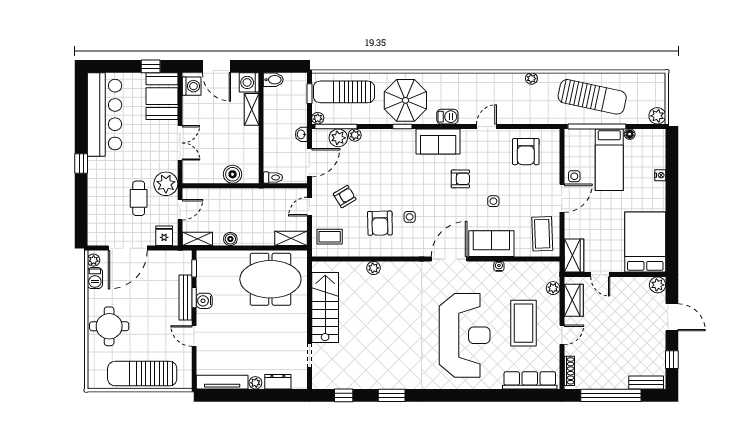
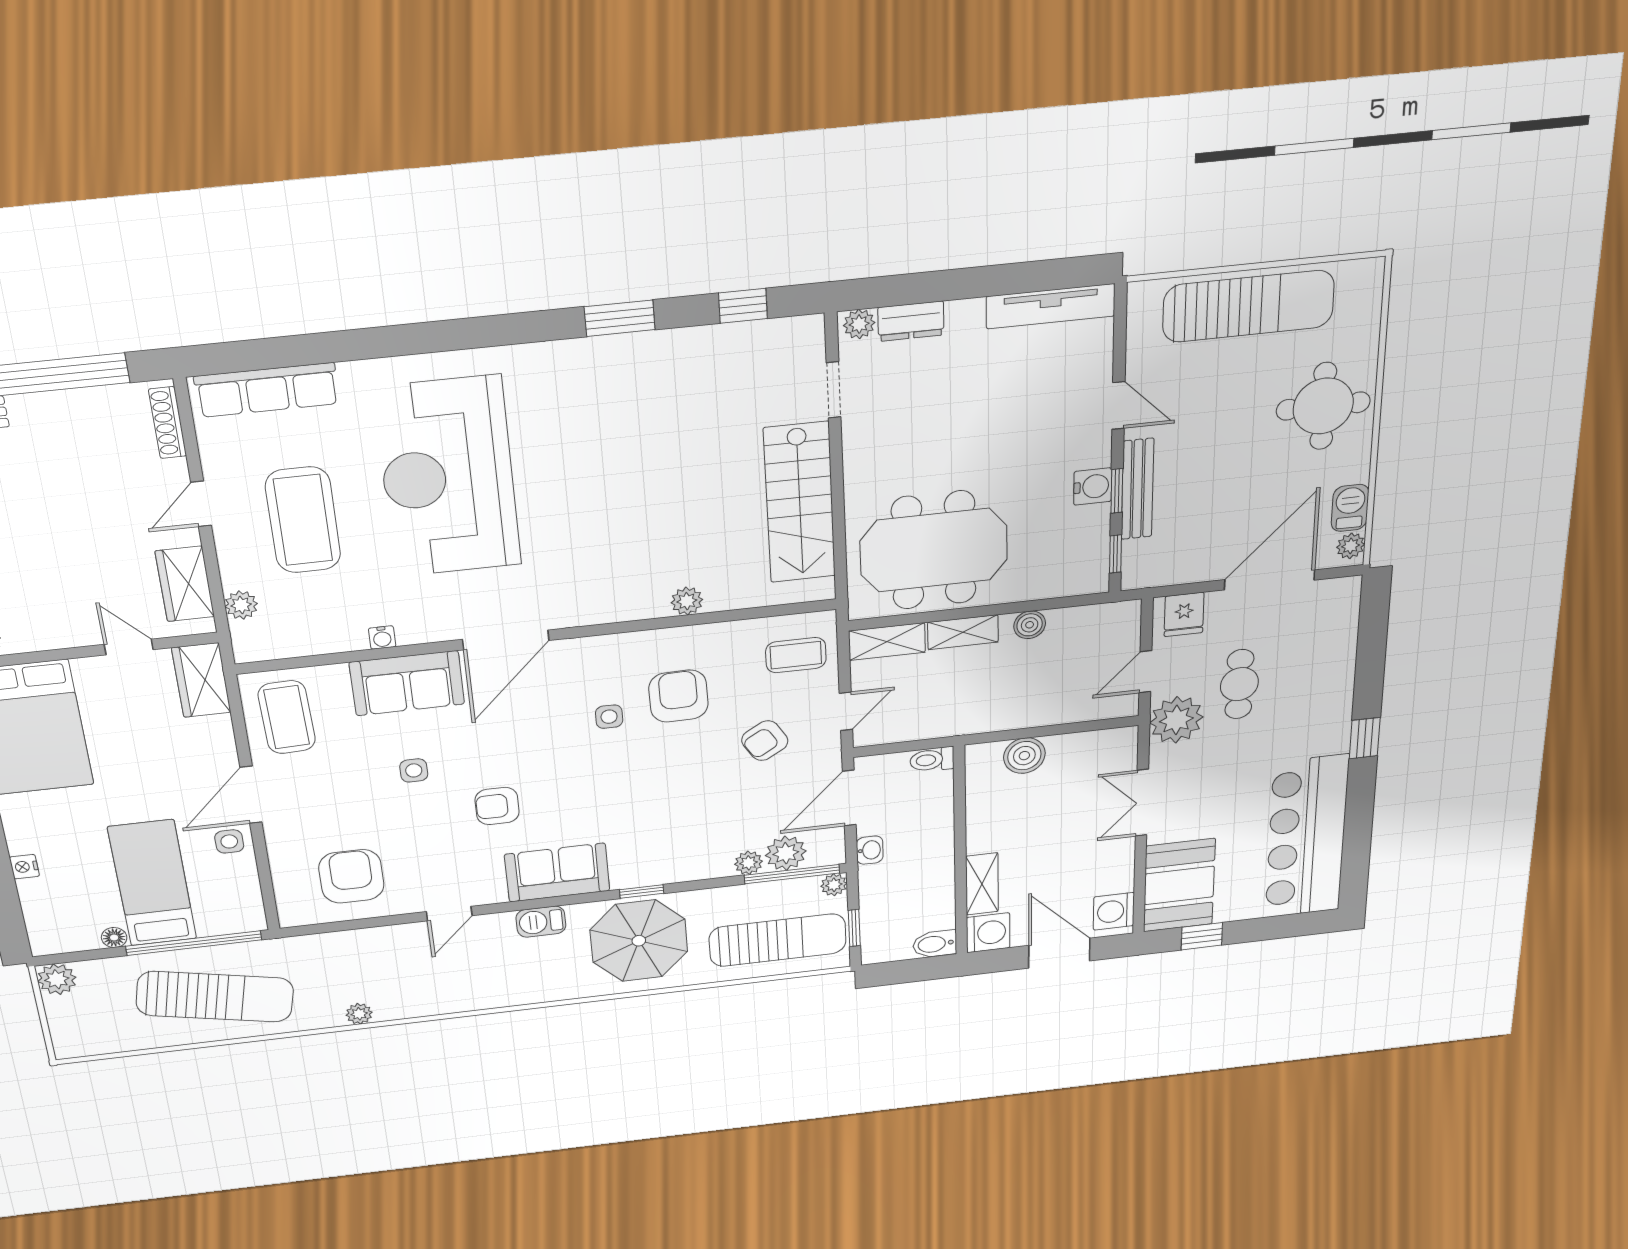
sun lounger: (592, 97) -> (215, 997), turned 180
shelving: (197, 239) -> (963, 632), moved
plant: (255, 383) -> (859, 324), moved

